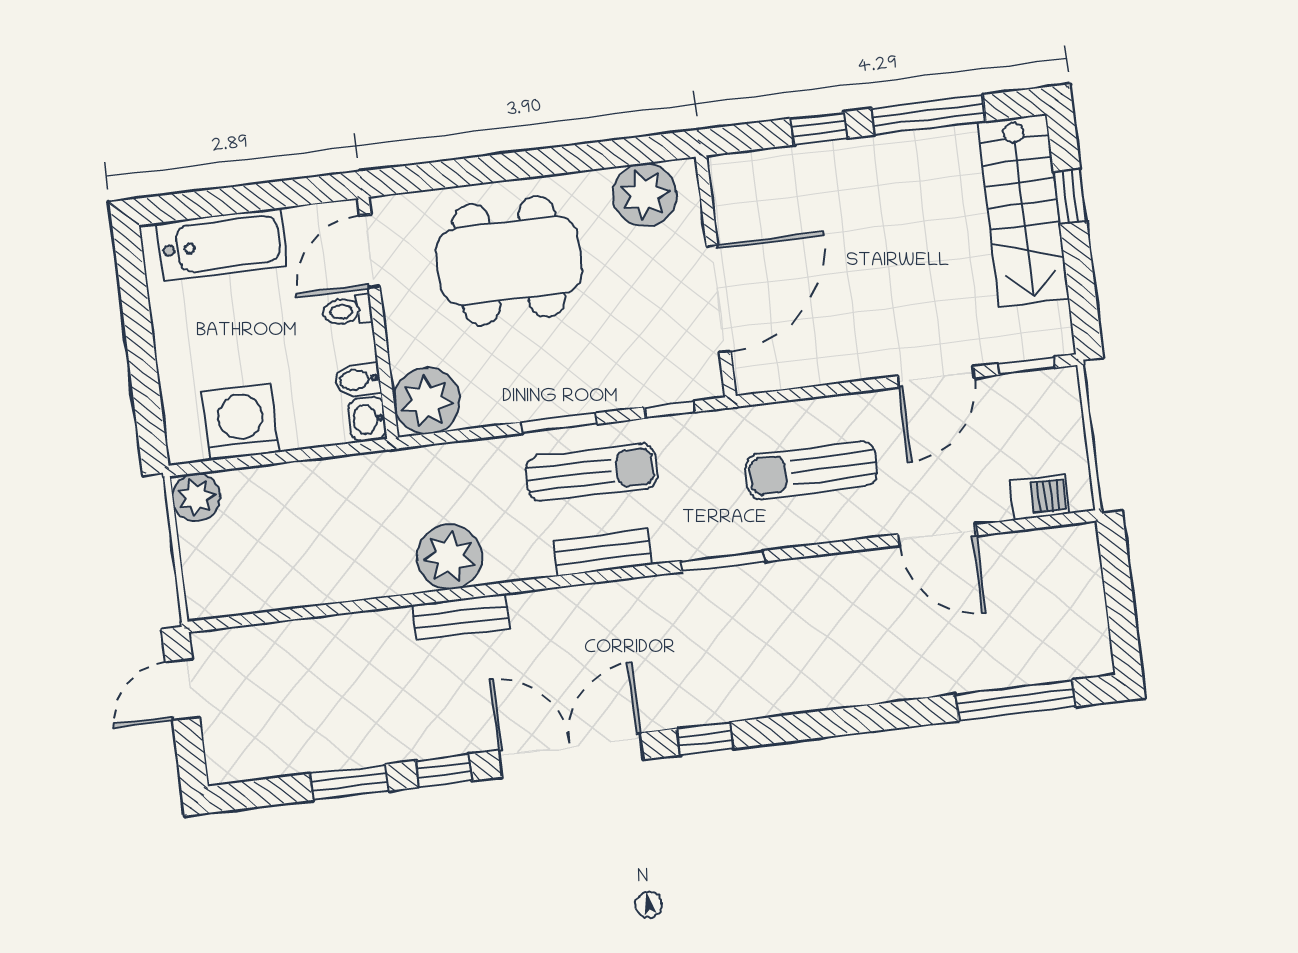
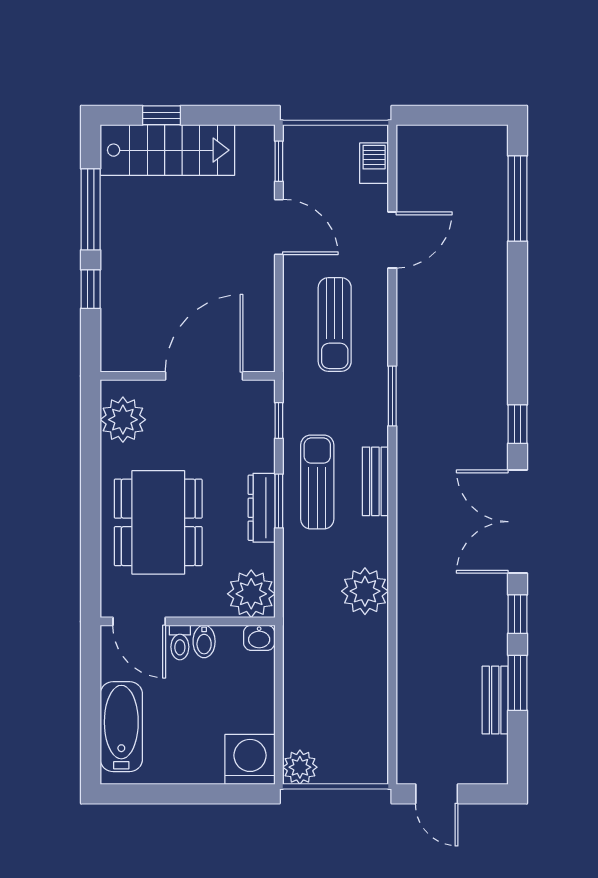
door: (719, 299) -> (204, 376), hinge flipped
bidet: (357, 380) -> (204, 641), moved
dresser: (547, 401) -> (262, 508), added
washing machine: (241, 422) -> (250, 759), moved, turned 90
bench: (461, 617) -> (495, 700), moved

